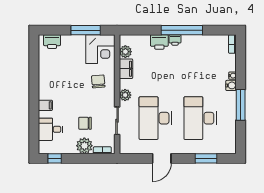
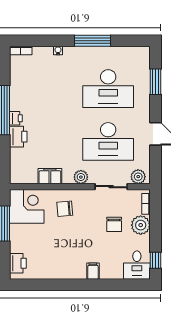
plant: (125, 52) -> (138, 177), moved
water cooler: (231, 85) -> (70, 52), removed
desk: (50, 129) -> (137, 265), moved

